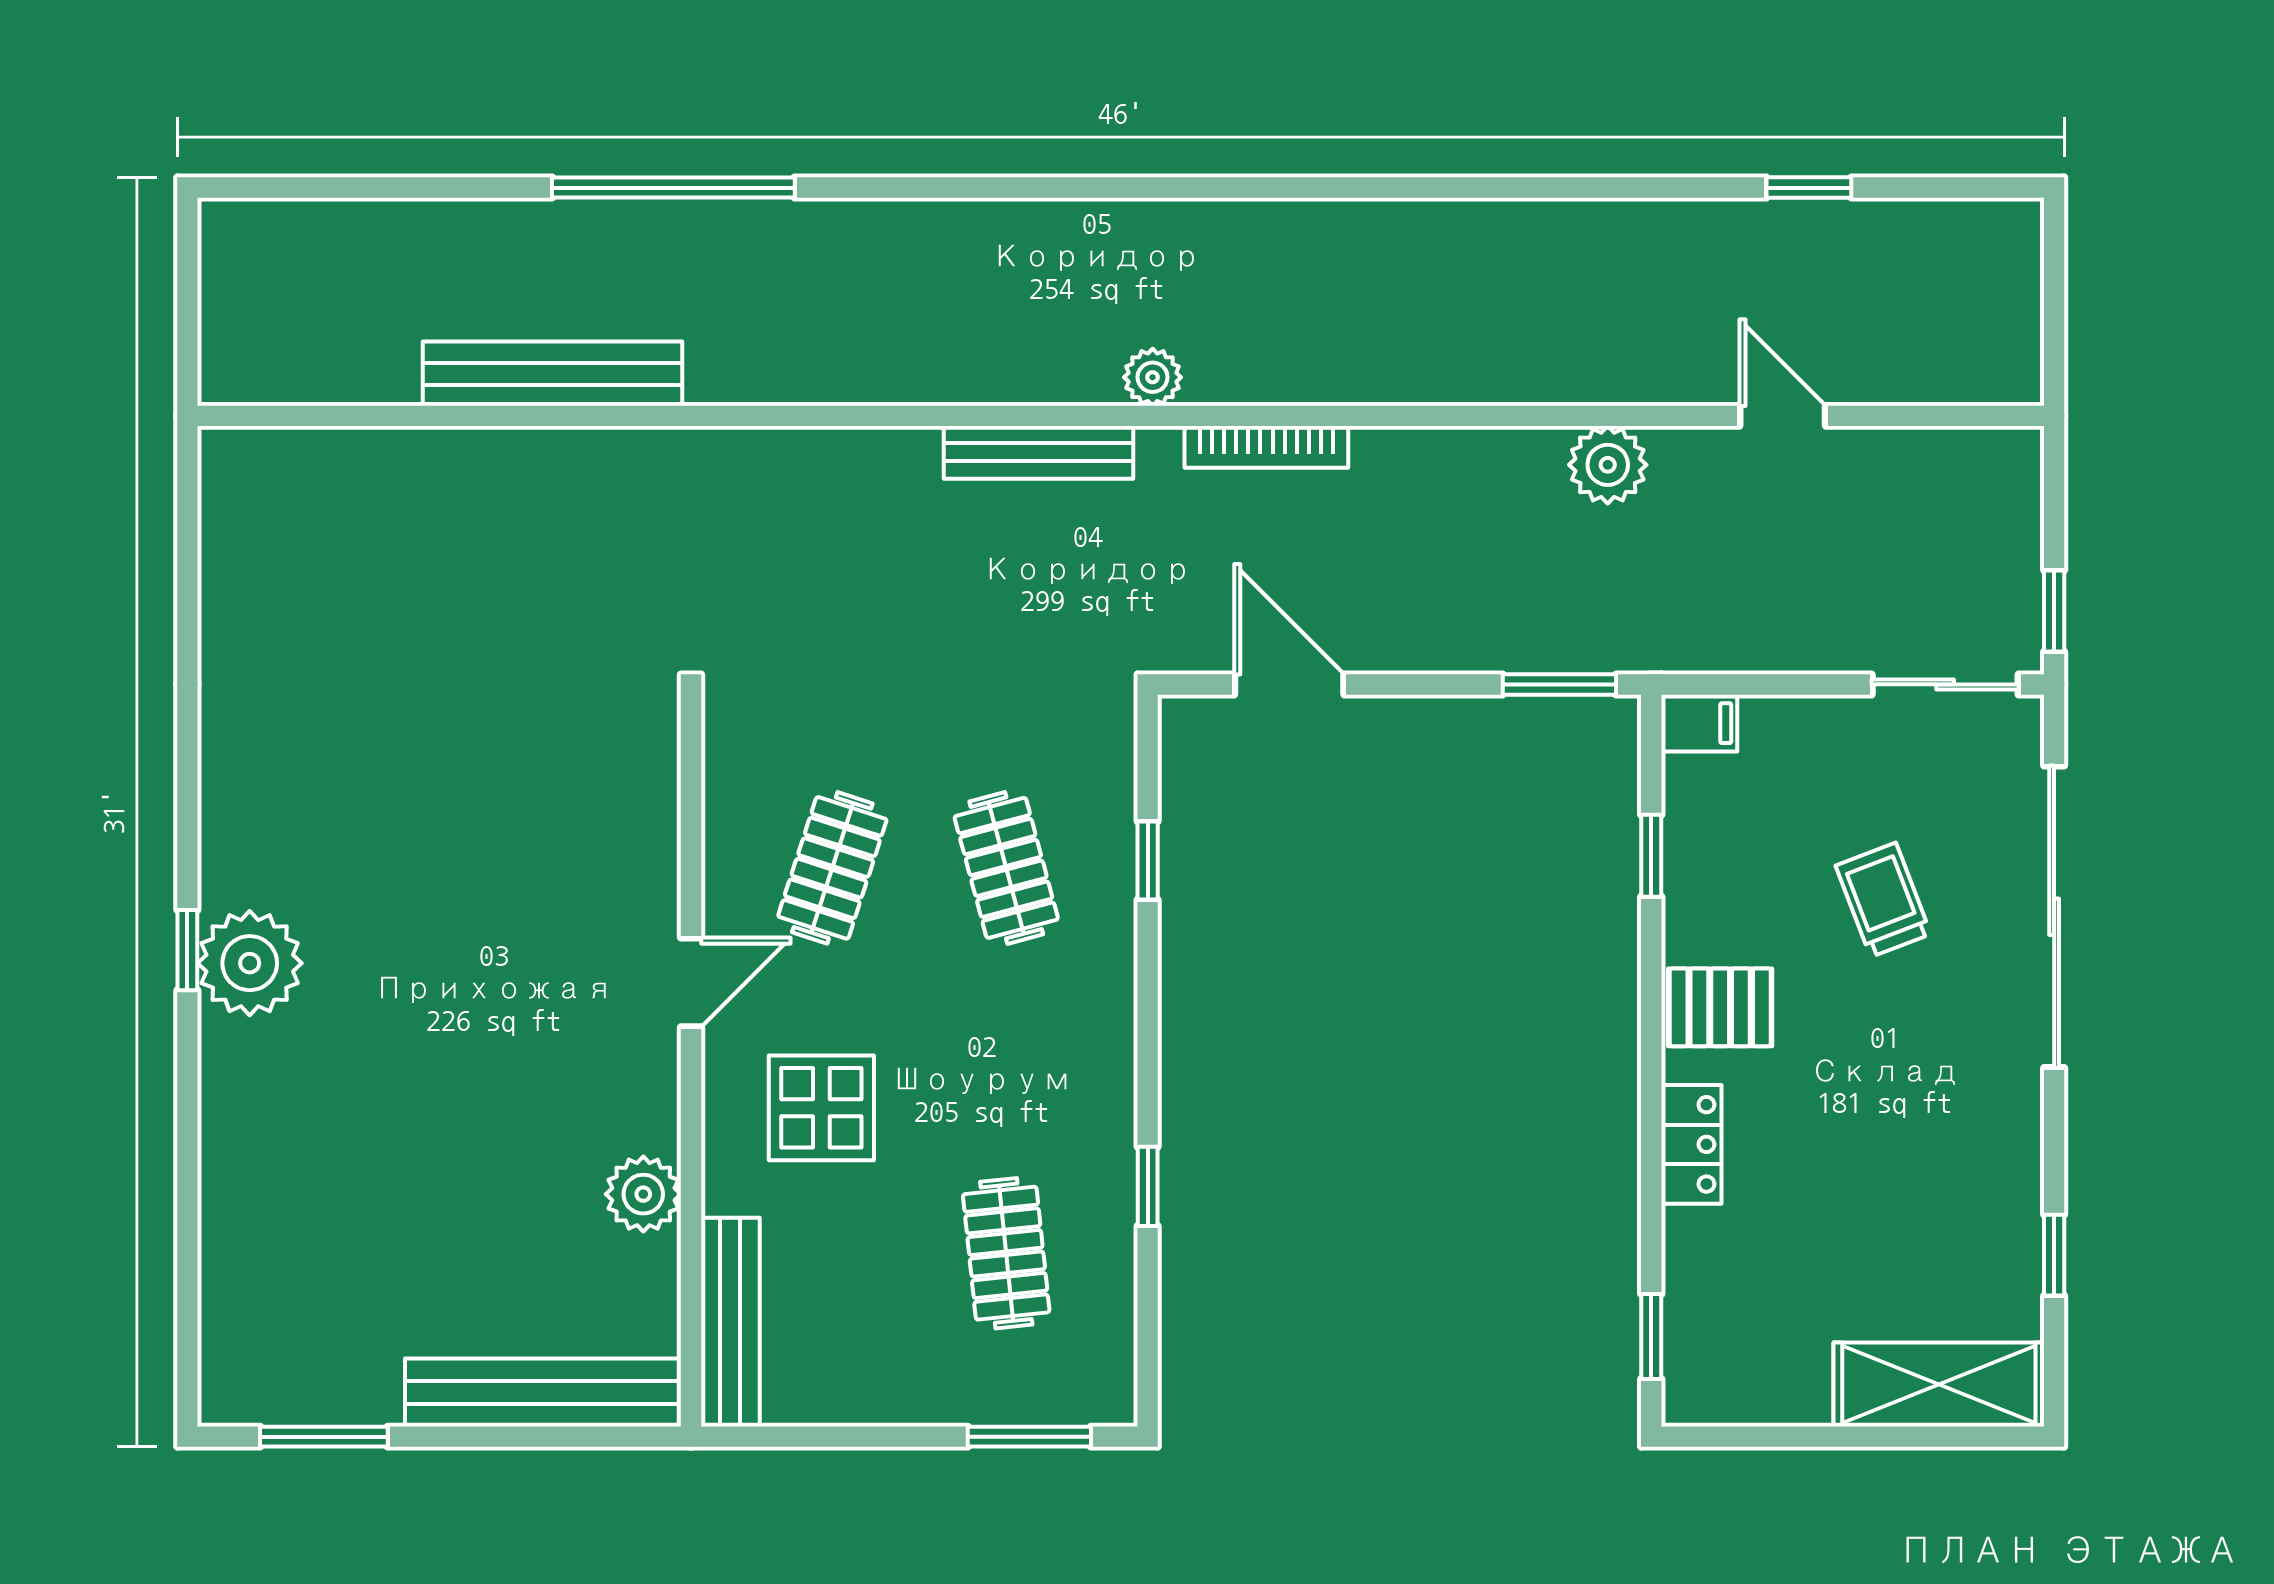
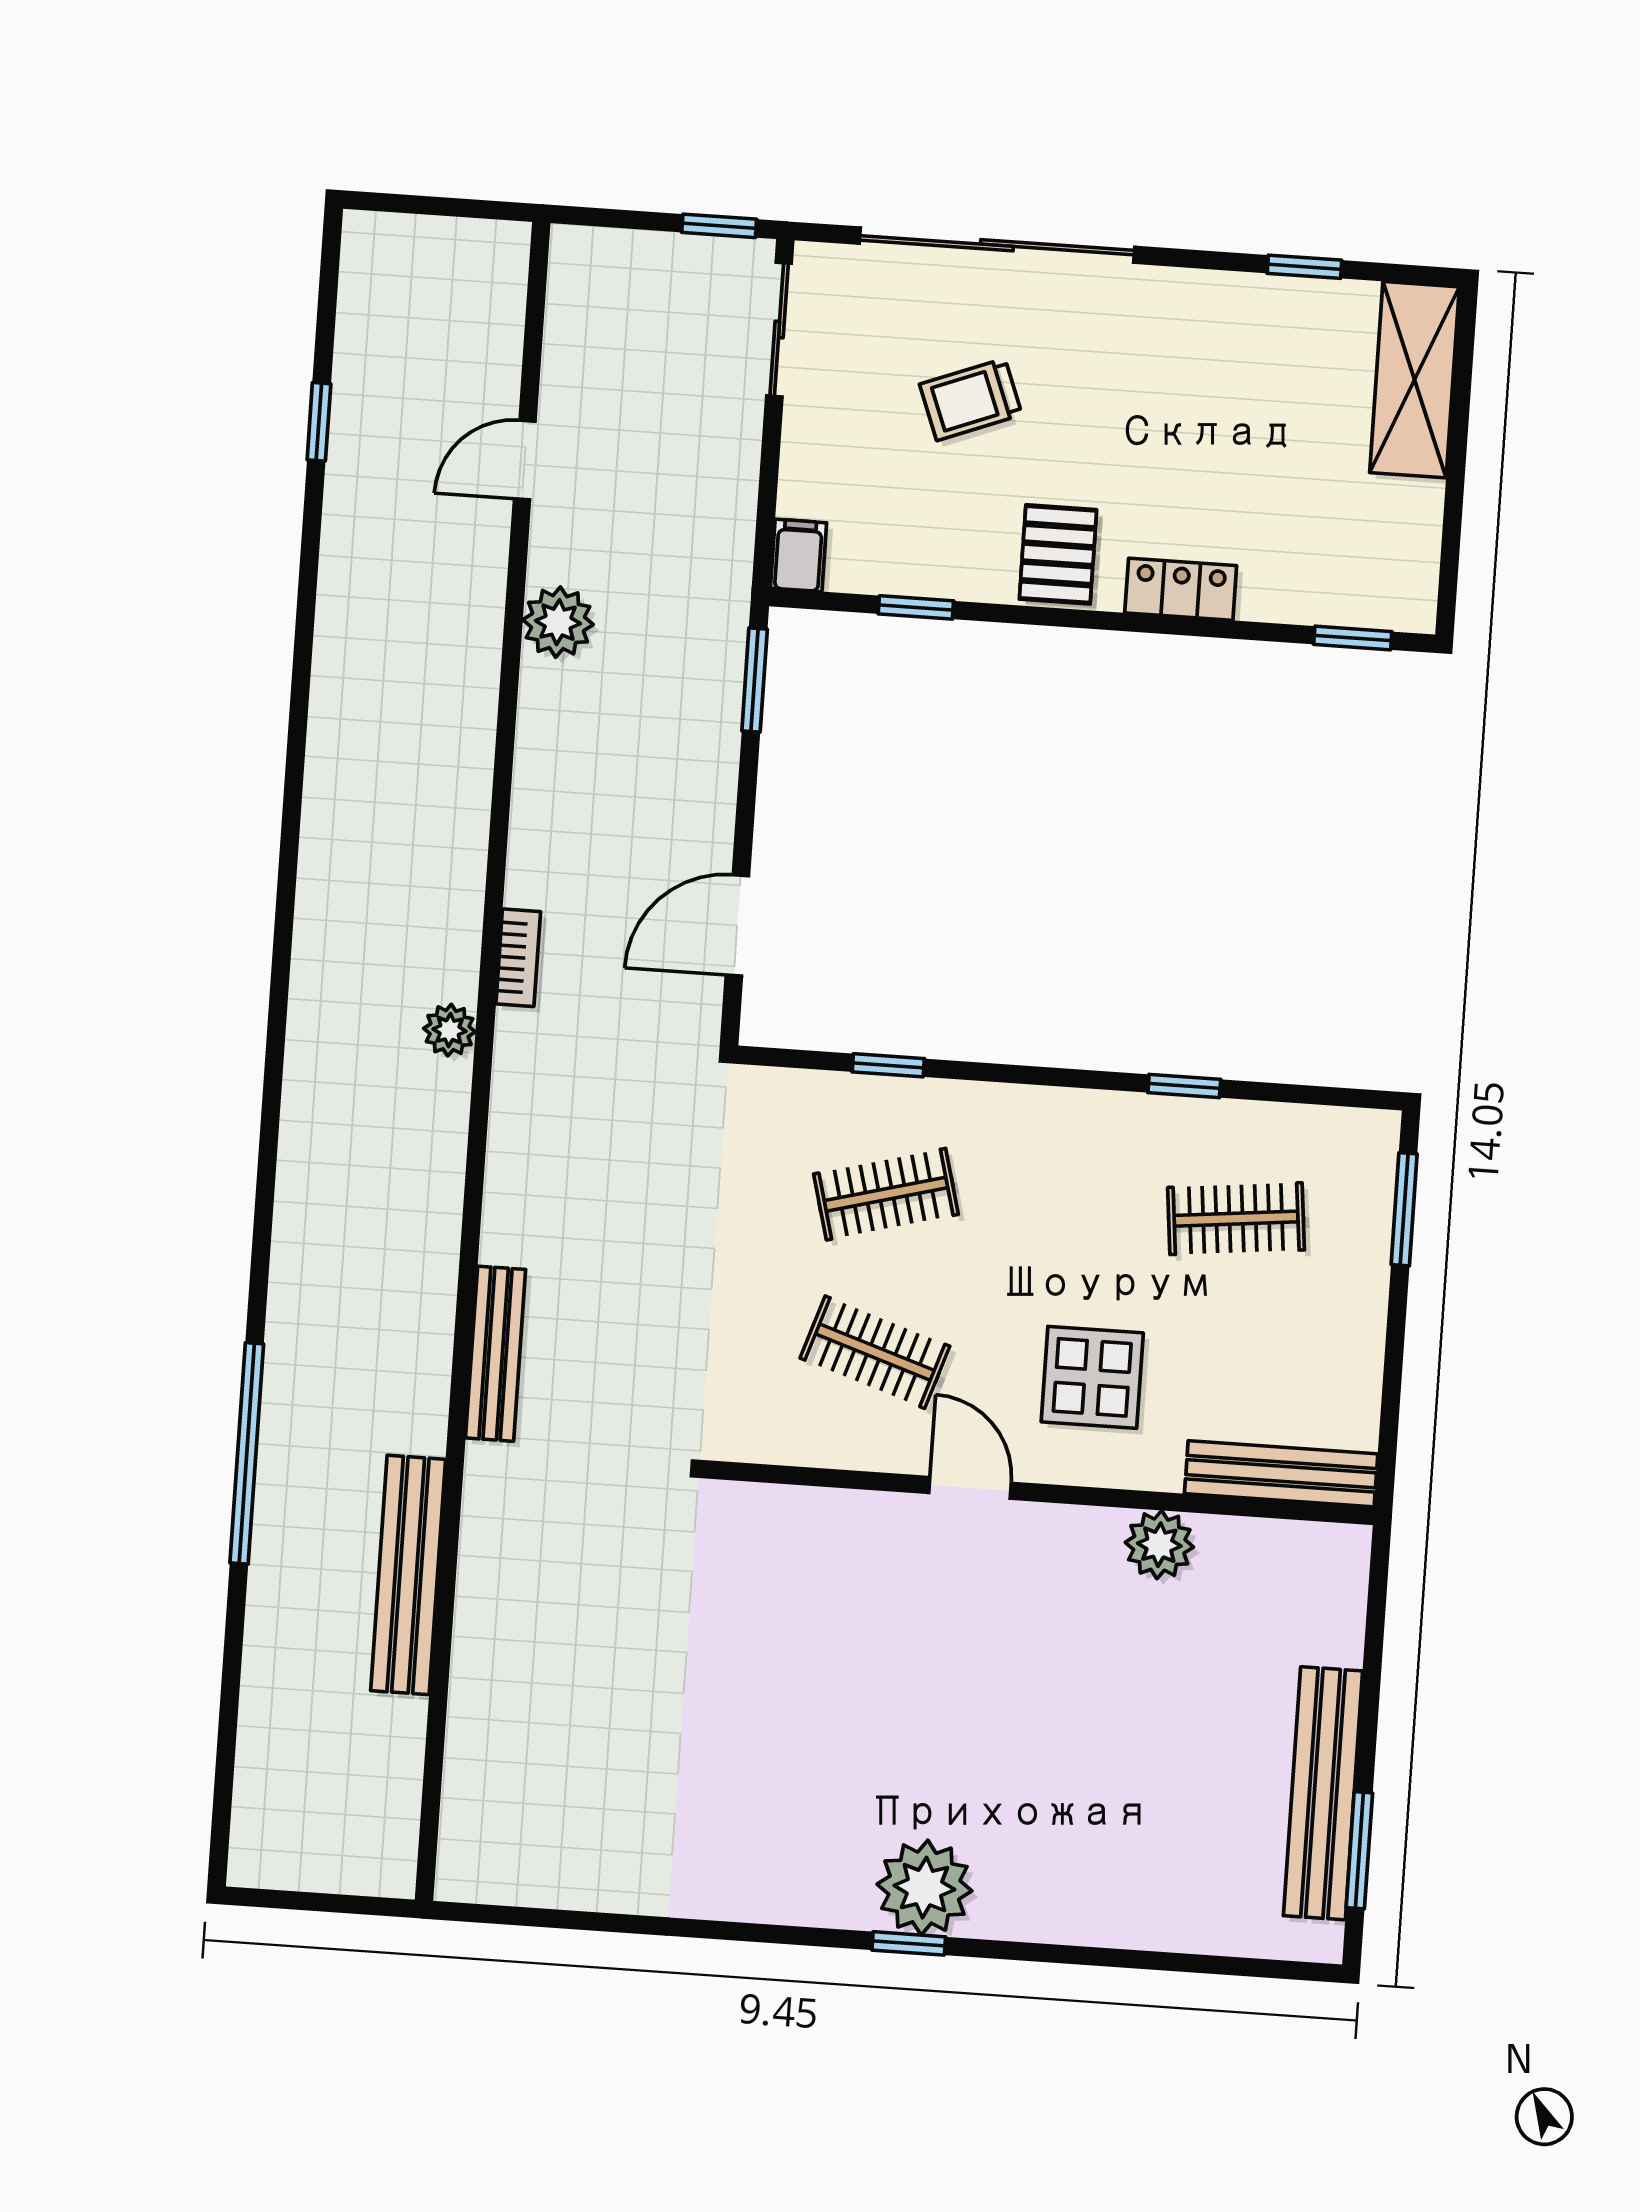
bookcase: (1266, 447) -> (518, 958), width x0.64
bench: (1038, 452) -> (496, 1354), moved
bench: (542, 1392) -> (1323, 1793), moved

